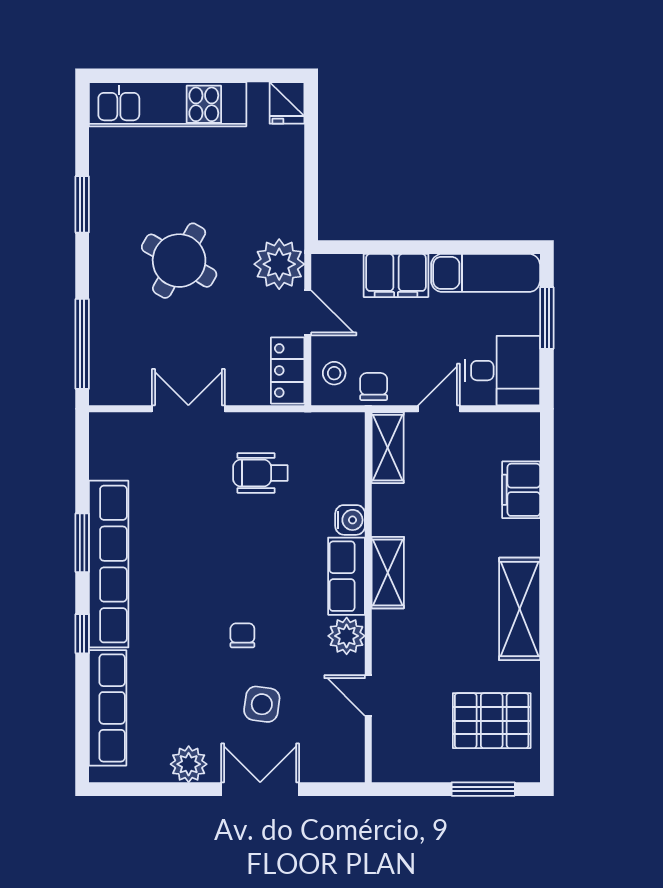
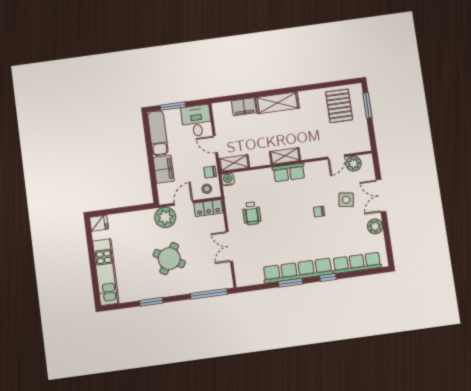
water cooler: (350, 520) -> (228, 179), moved
shelving: (520, 609) -> (277, 103), moved
plant: (347, 636) -> (353, 164), moved

